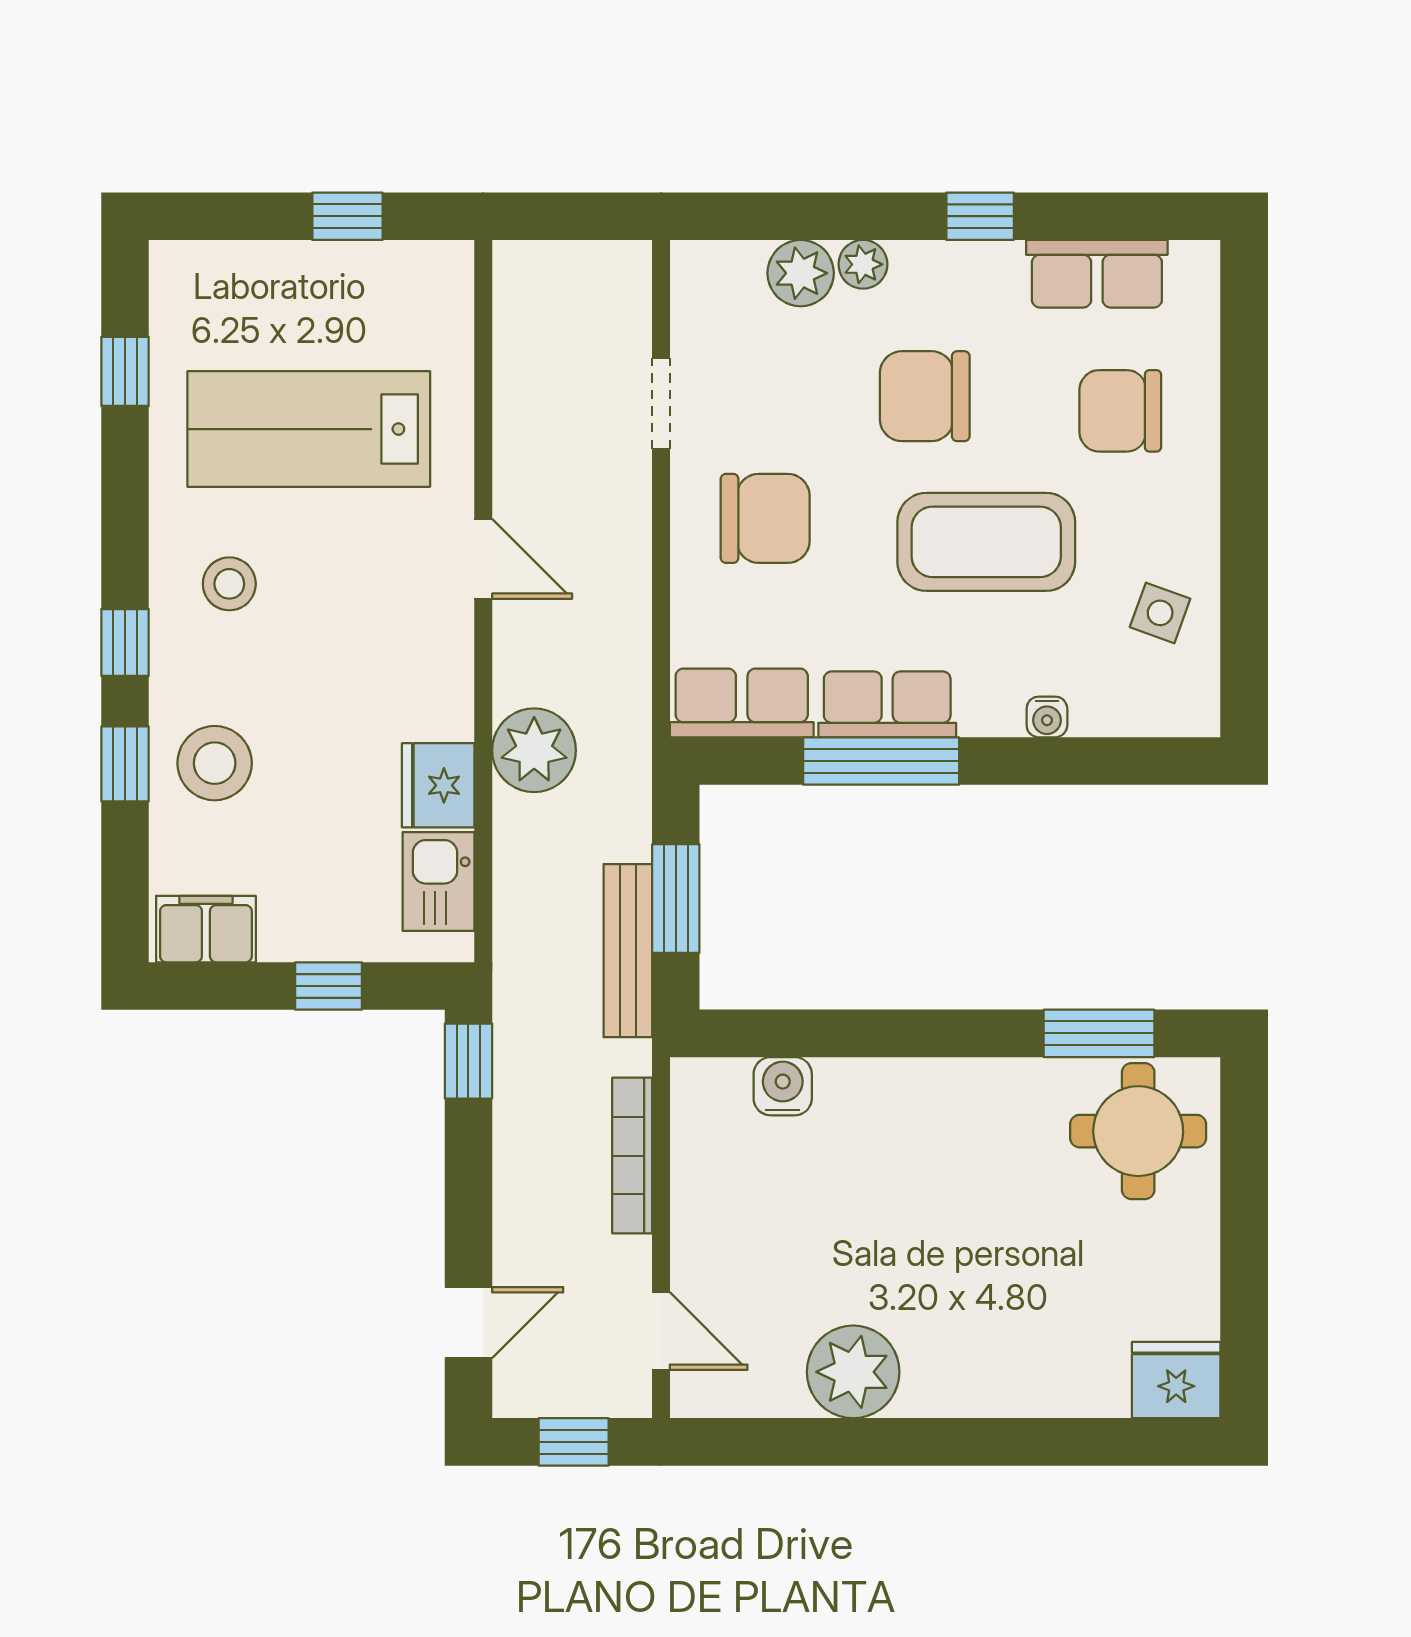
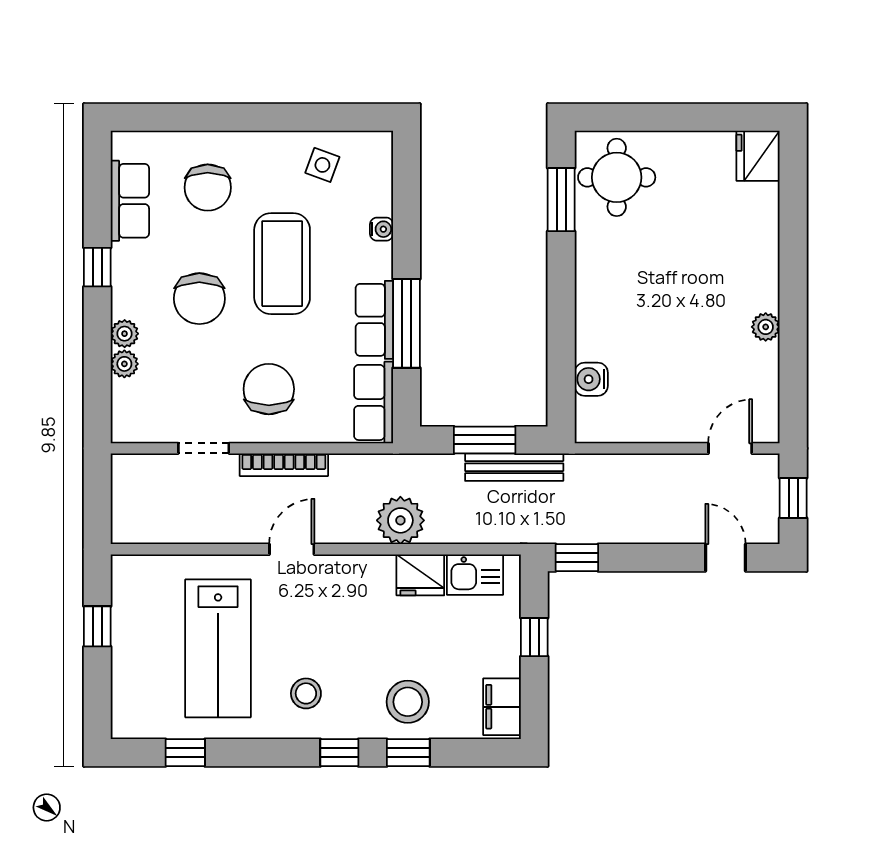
plant: (801, 273) -> (124, 364), width x0.73, depth x0.73
bookcase: (632, 1156) -> (284, 465), moved
plant: (853, 1372) -> (766, 327), width x0.53, depth x0.53

